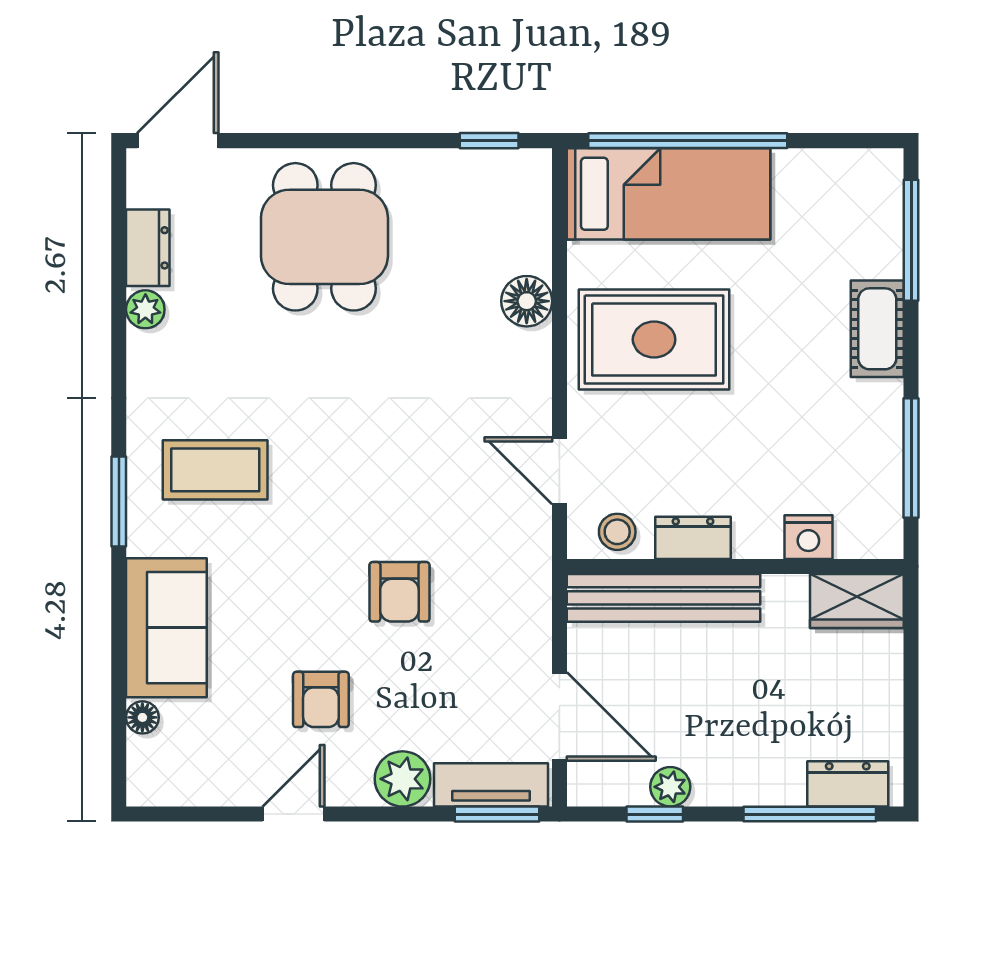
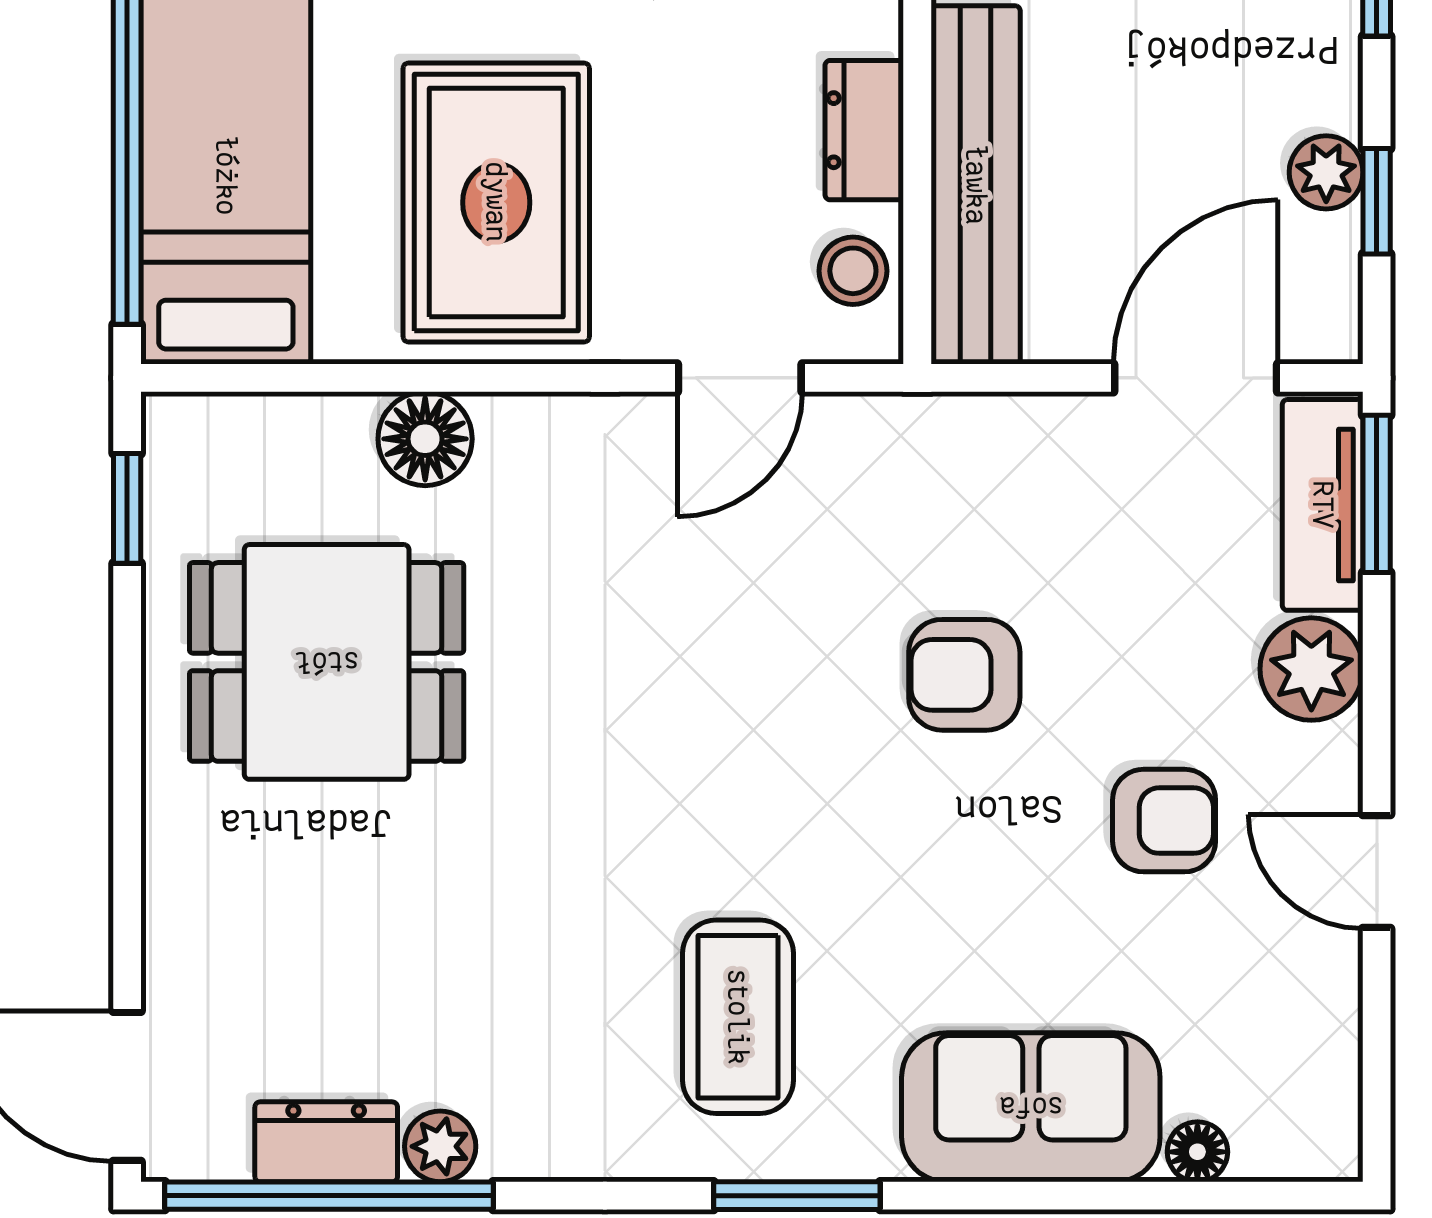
dining table: (324, 237) -> (327, 662), moved
window: (119, 249) -> (329, 1196), added
armchair: (399, 592) -> (964, 675), turned 180

